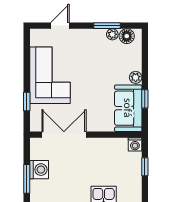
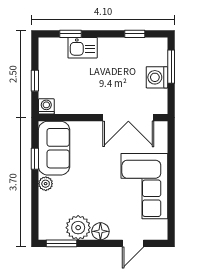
window: (107, 26) -> (62, 243), moved
plant: (112, 34) -> (78, 228), width x1.88, depth x1.88
floor lamp: (127, 36) -> (100, 231), moved
window: (27, 102) -> (171, 156), removed

